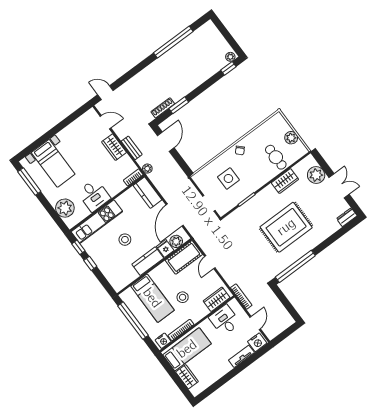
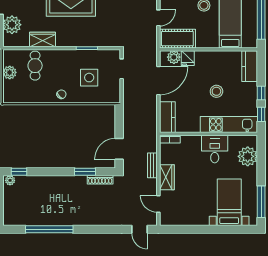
plant: (147, 169) -> (152, 138), removed
kitchen counter: (148, 261) -> (250, 66), moved, turned 90

